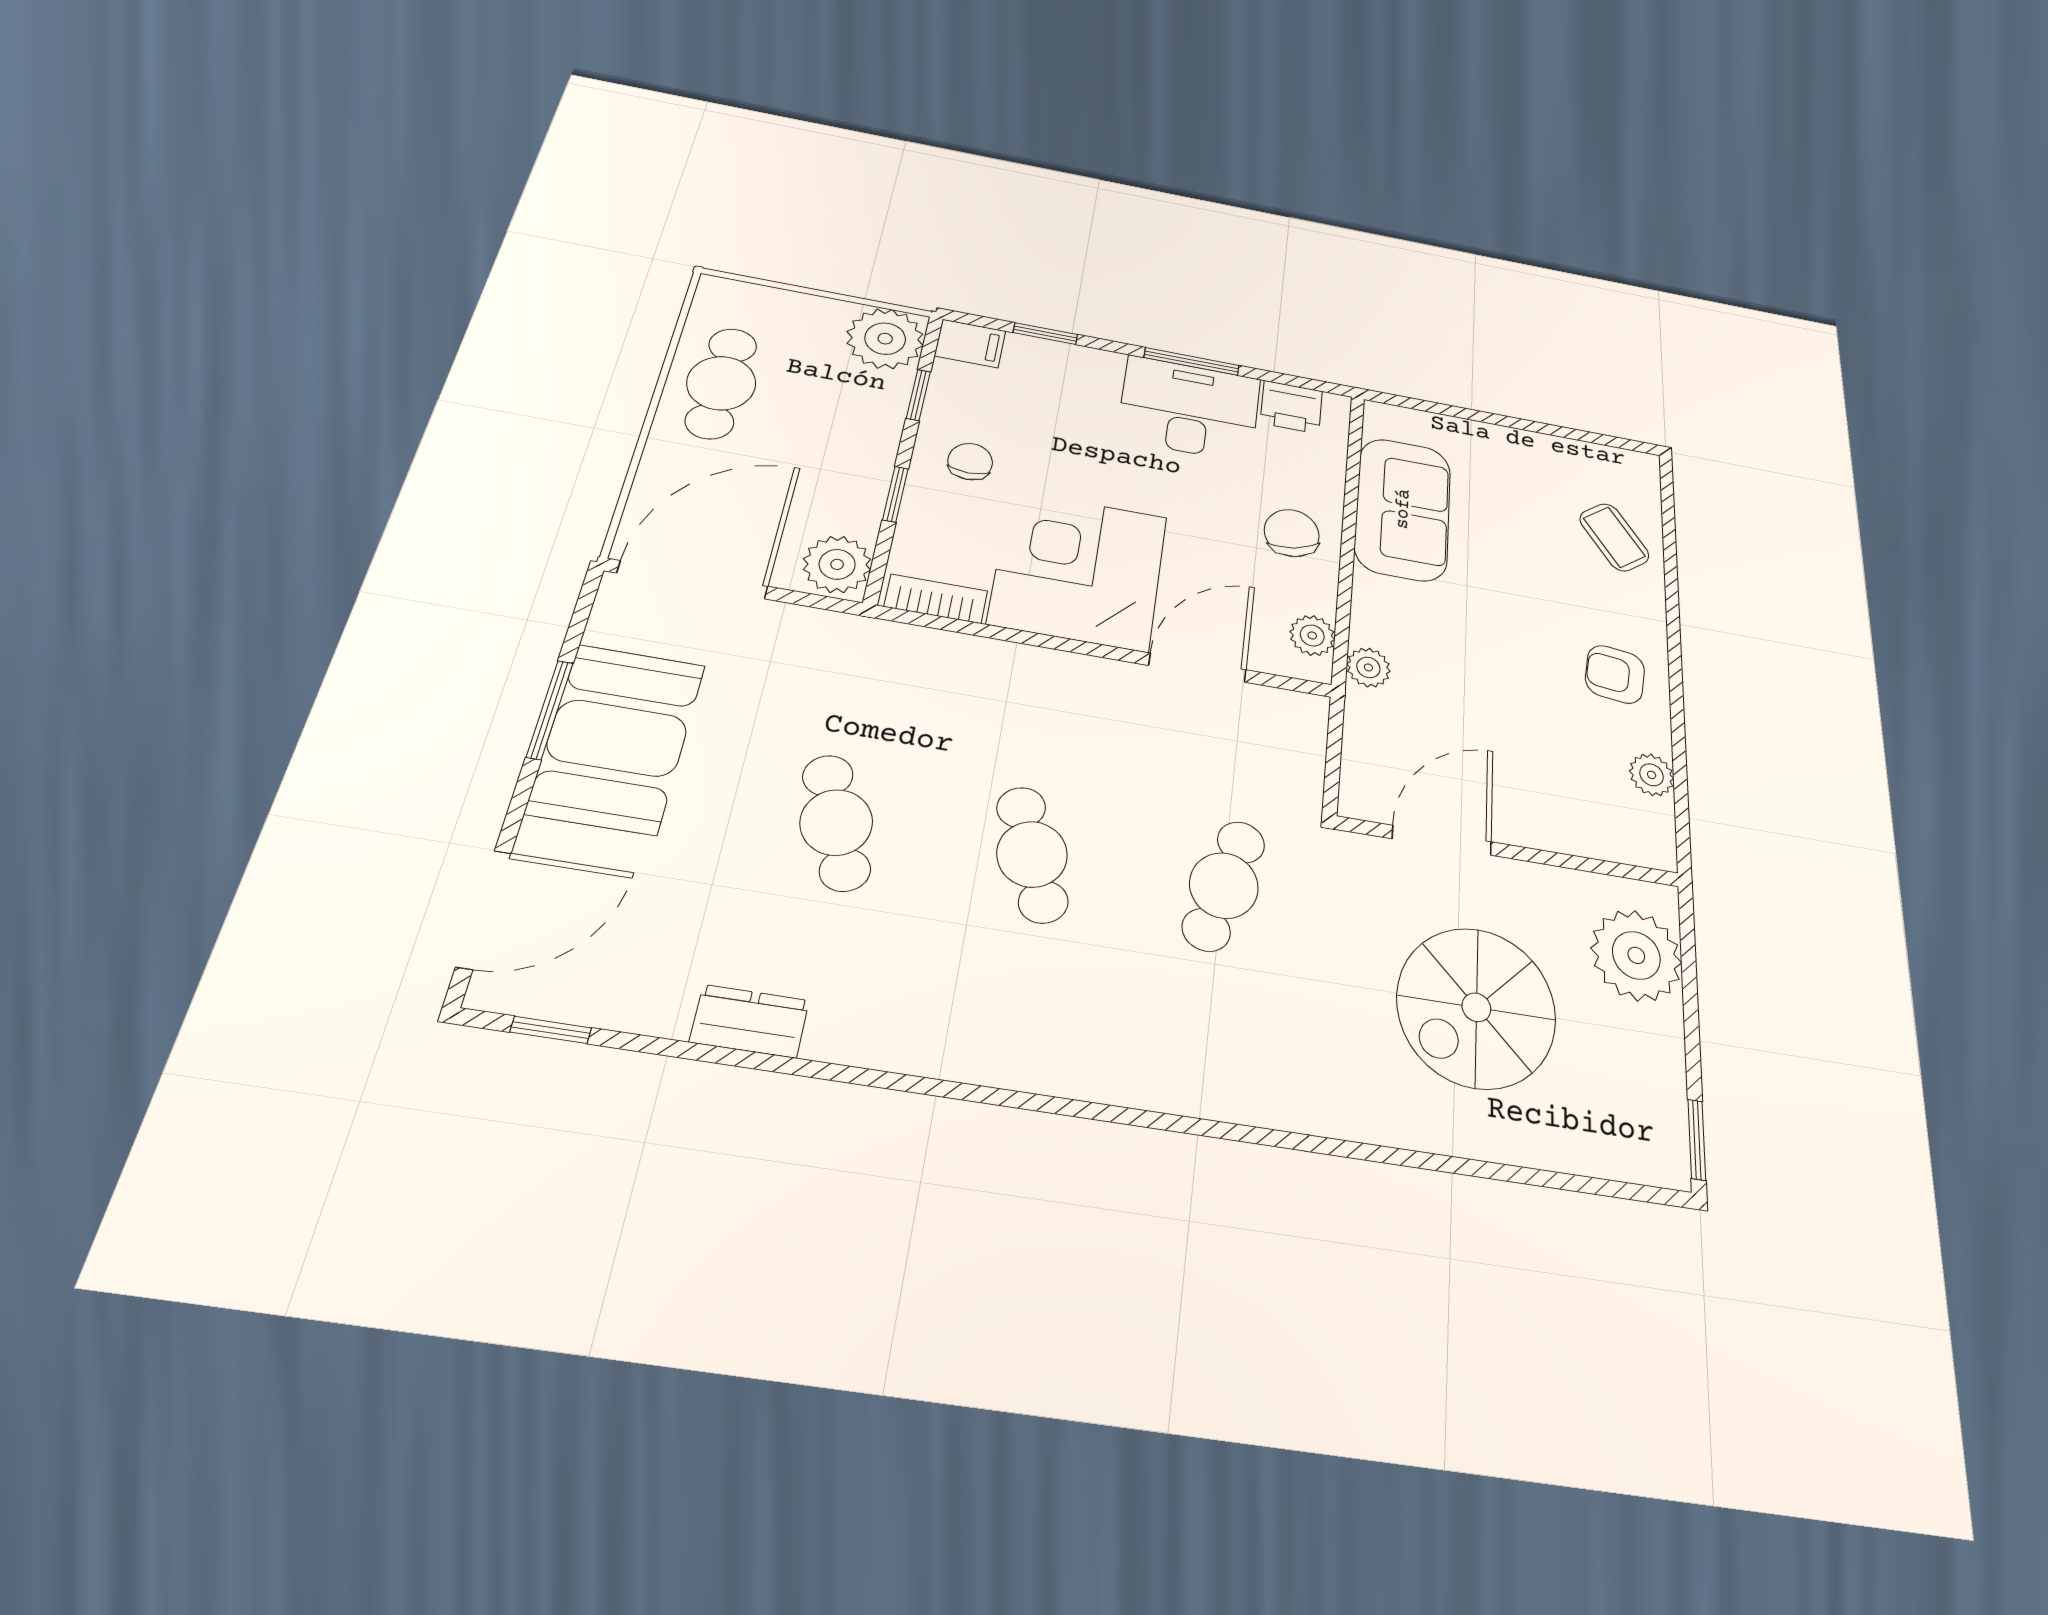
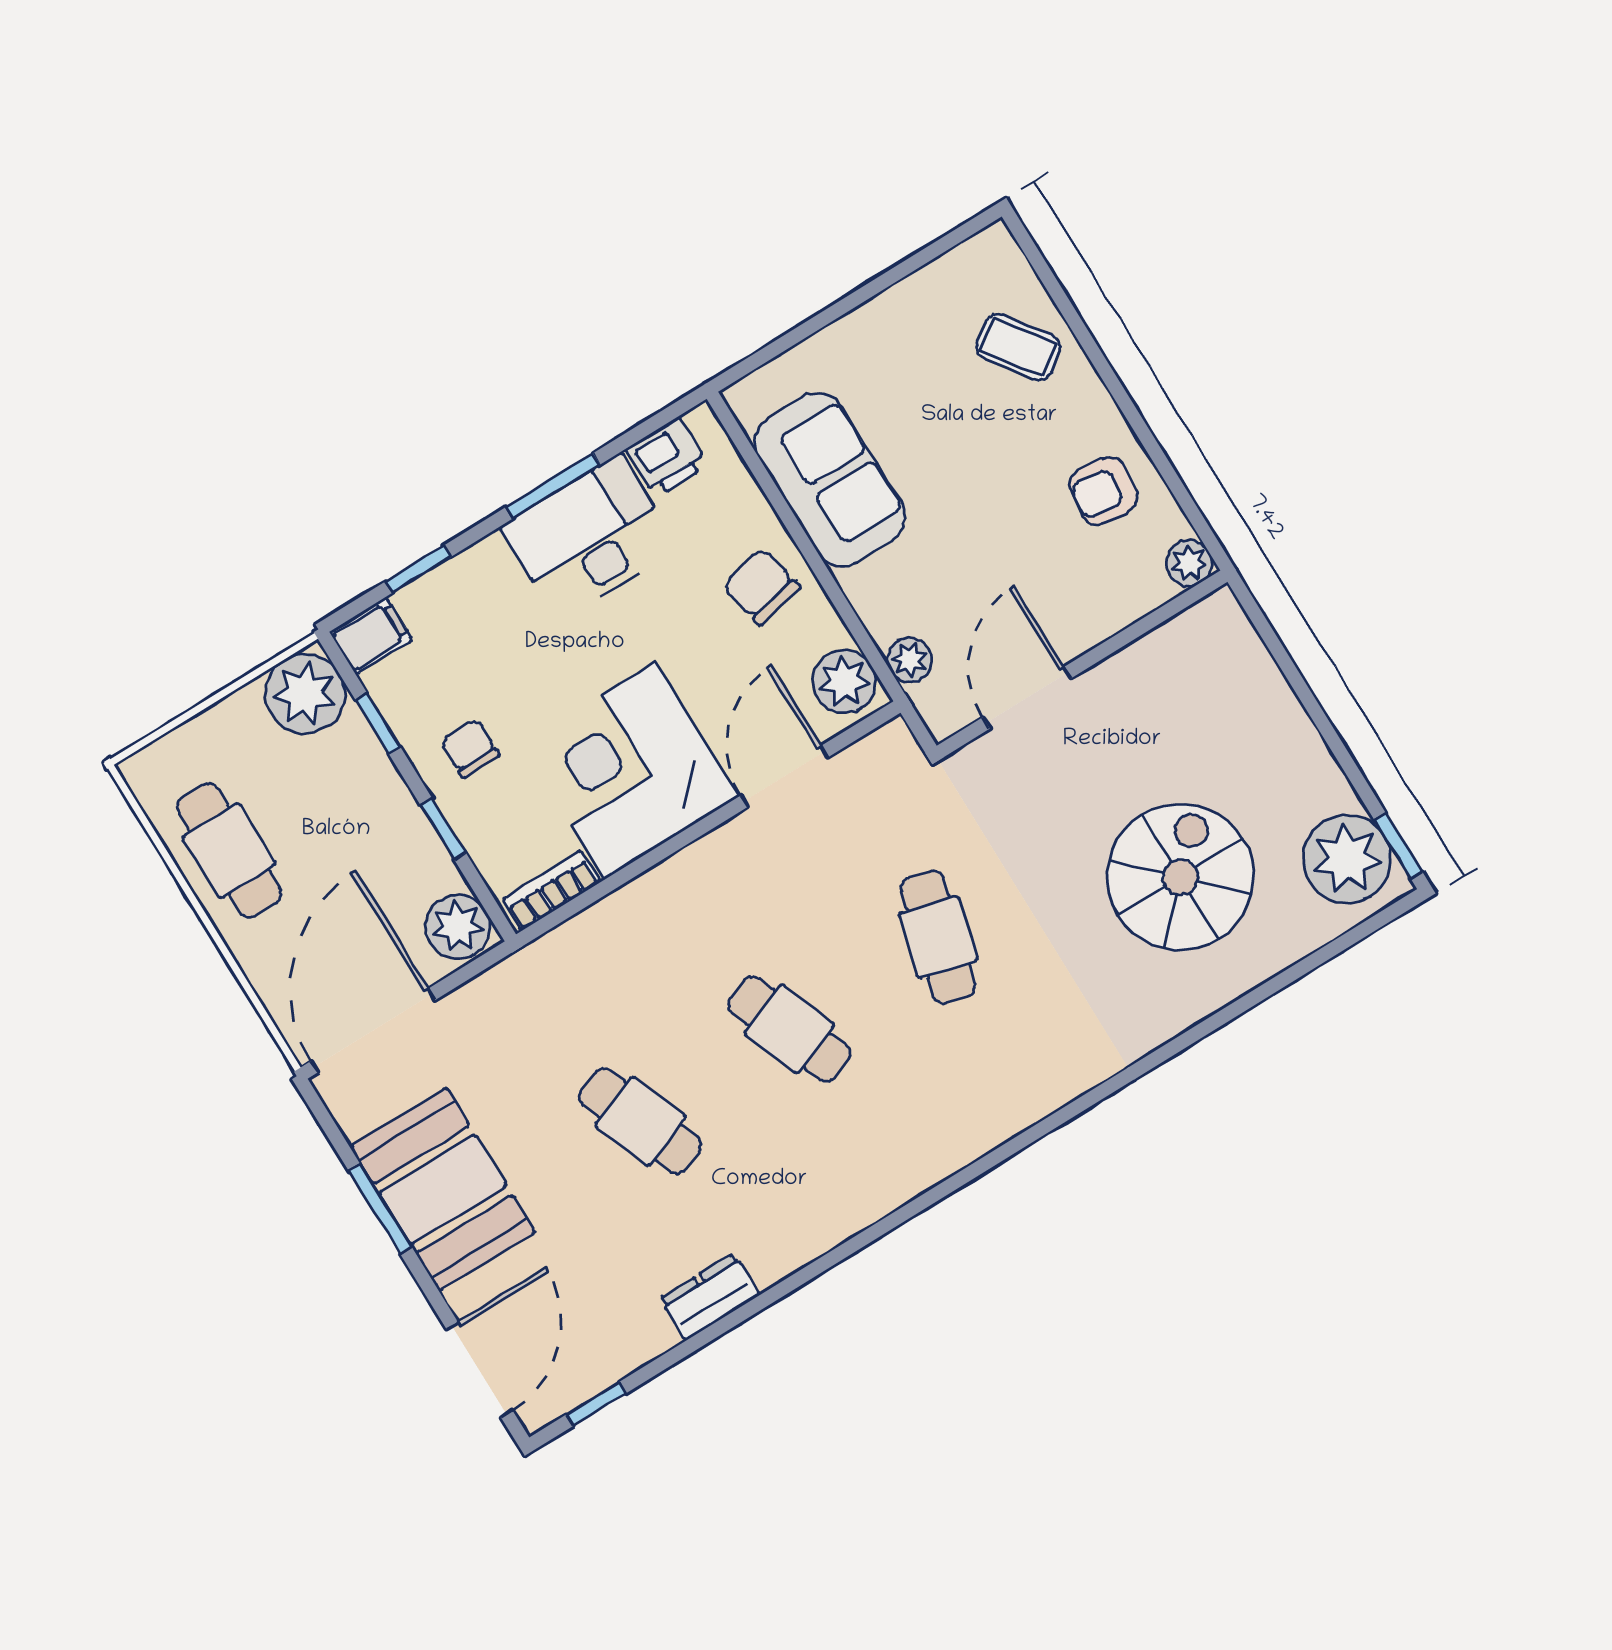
plant: (1312, 636) -> (844, 681), width x1.38, depth x1.38
door: (1442, 840) -> (1027, 698), moved
wall: (1509, 851) -> (1082, 664), moved
plant: (1636, 955) -> (1347, 859), moved
spiral stairs: (1476, 1007) -> (1180, 877), turned 180

